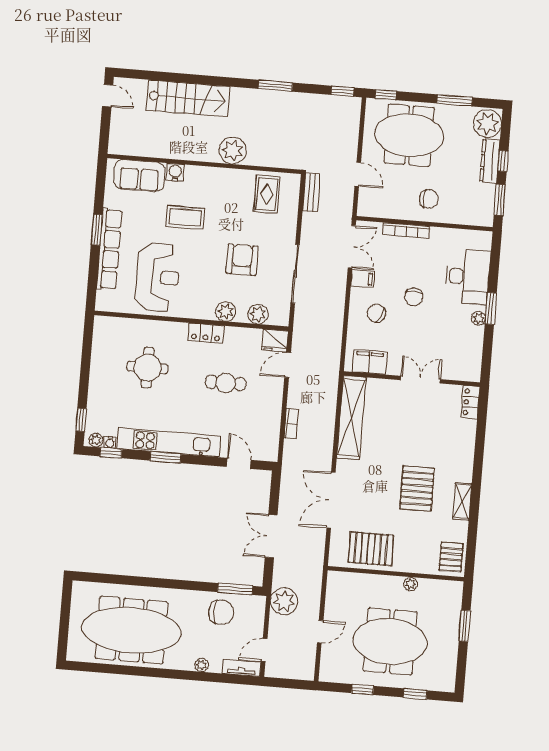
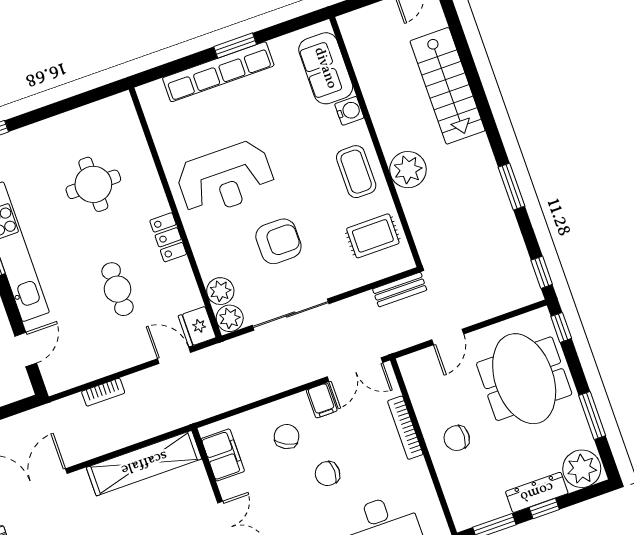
chair: (429, 199) -> (457, 438), turned 93
coffee table: (185, 217) -> (356, 172), moved
reception desk: (157, 277) -> (225, 179), moved
plant: (226, 312) -> (230, 318), moved

